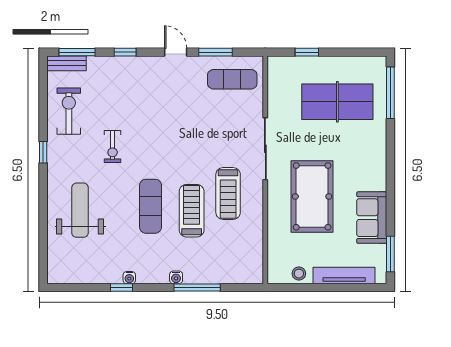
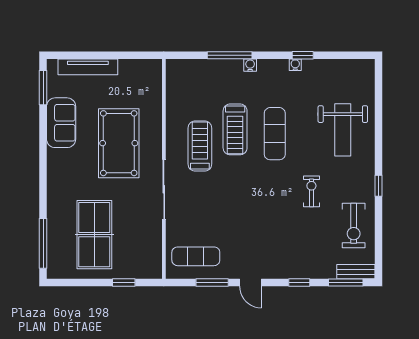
table tennis table: (337, 102) -> (94, 235), turned 90
stool: (299, 274) -> (131, 69), removed

